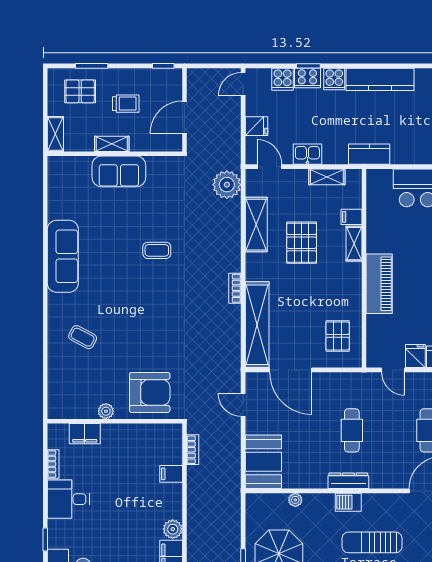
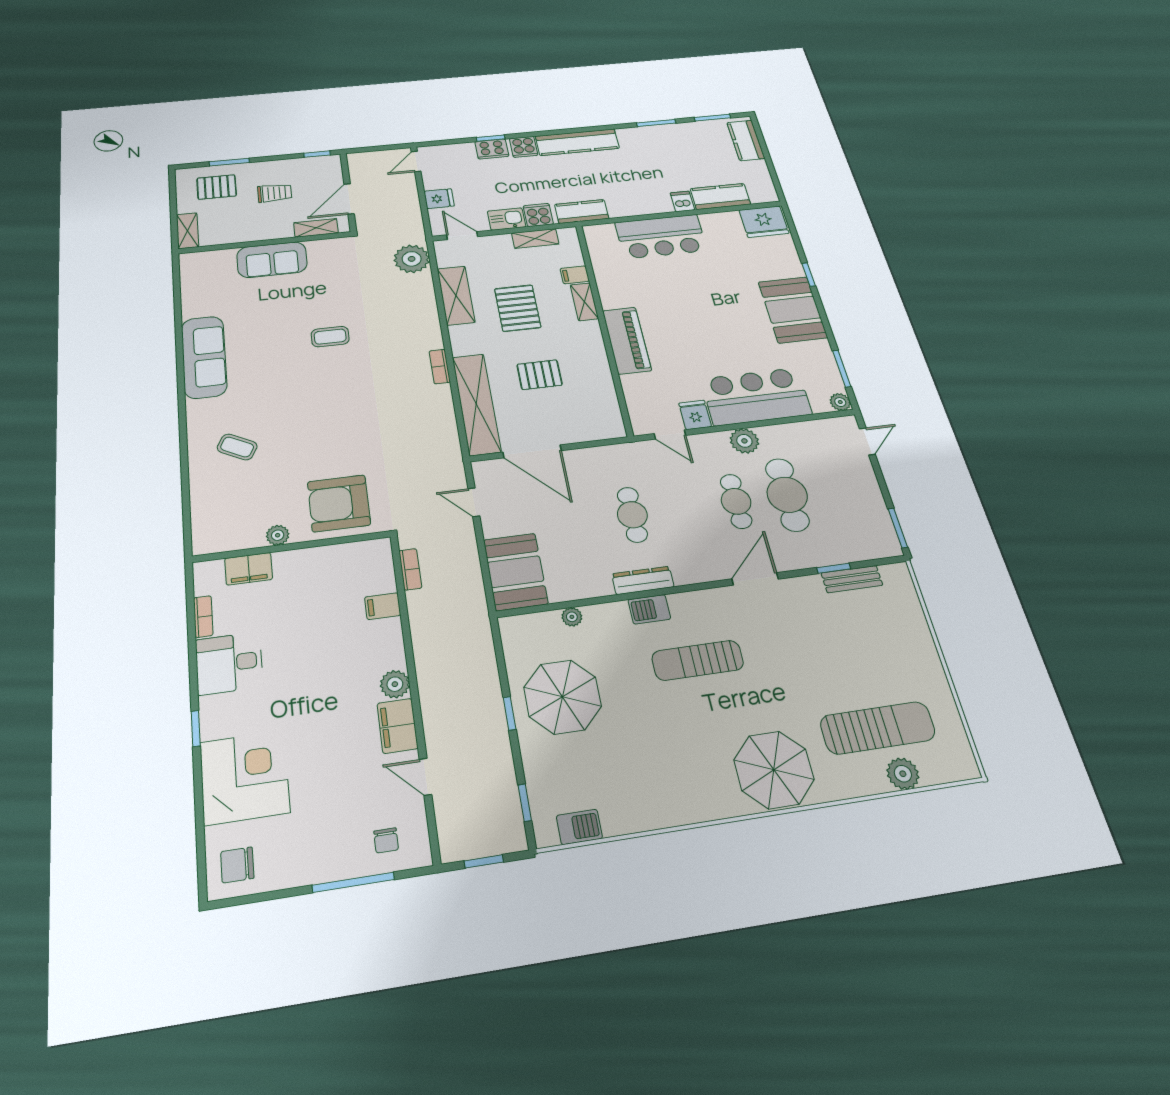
cooker: (283, 79) -> (538, 215), moved, turned 180
shelving: (112, 144) -> (316, 228), moved
pallet: (338, 336) -> (540, 375), moved, turned 90
armchair: (150, 392) -> (339, 503), turned 180

